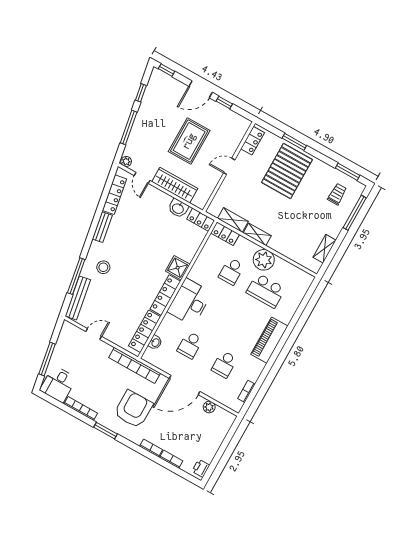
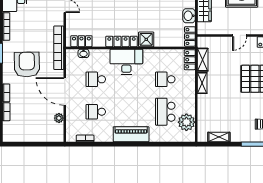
door: (229, 166) -> (240, 35), swing flipped
plant: (264, 260) -> (186, 122), moved
locker: (145, 331) -> (81, 41), width x0.66
armchair: (133, 409) -> (27, 65), turned -91
printer: (201, 468) -> (12, 137), removed

